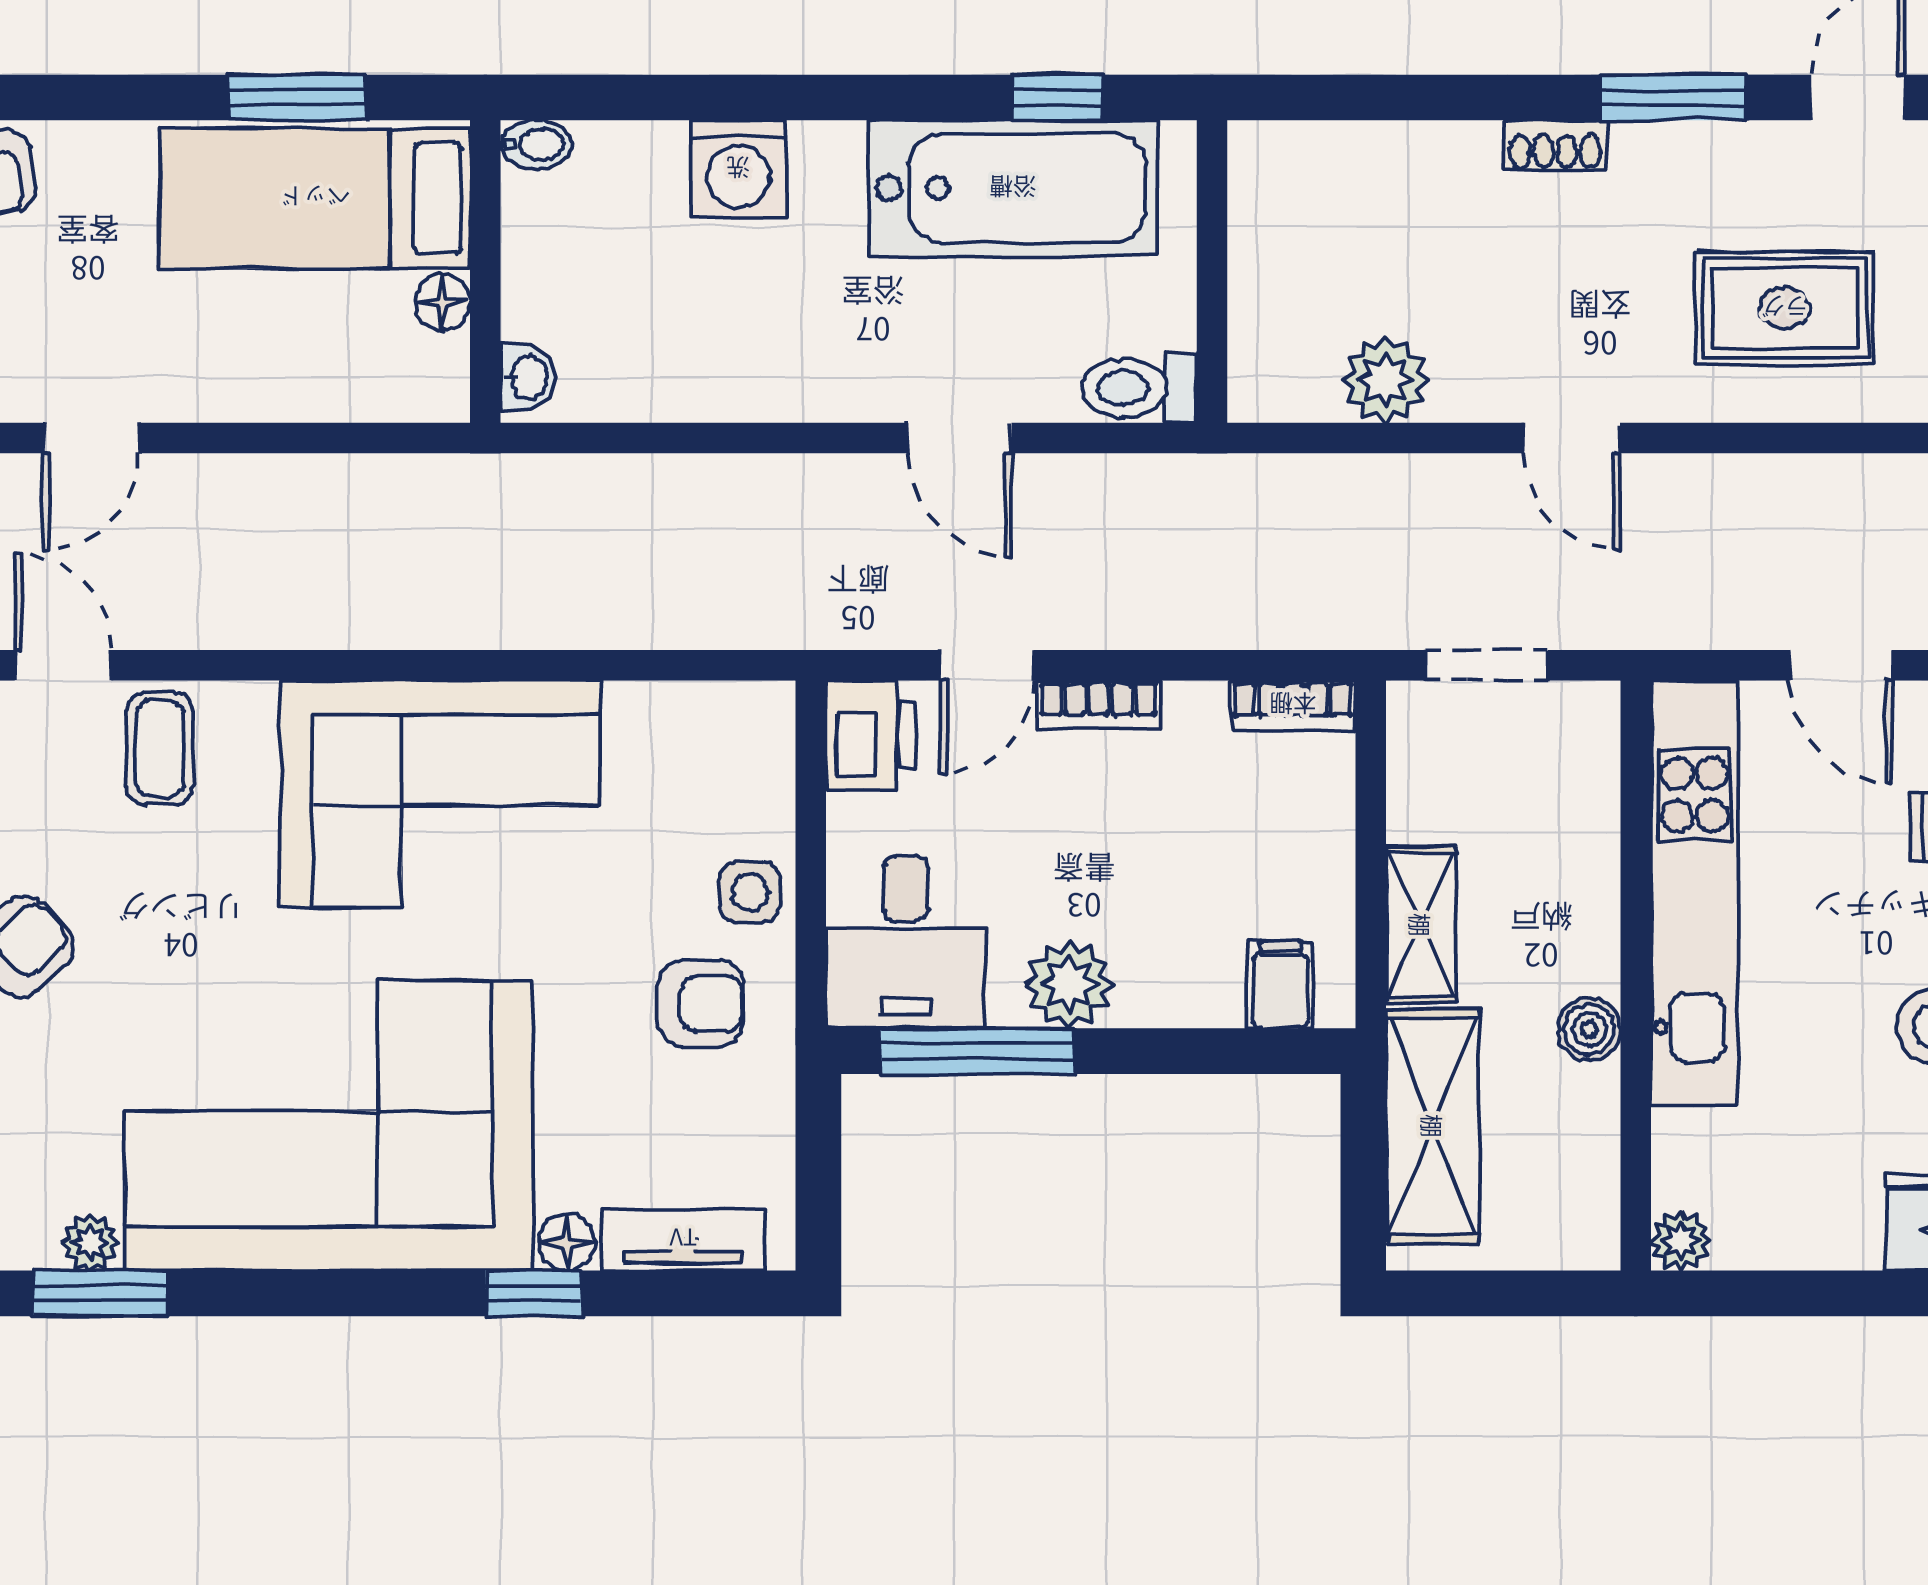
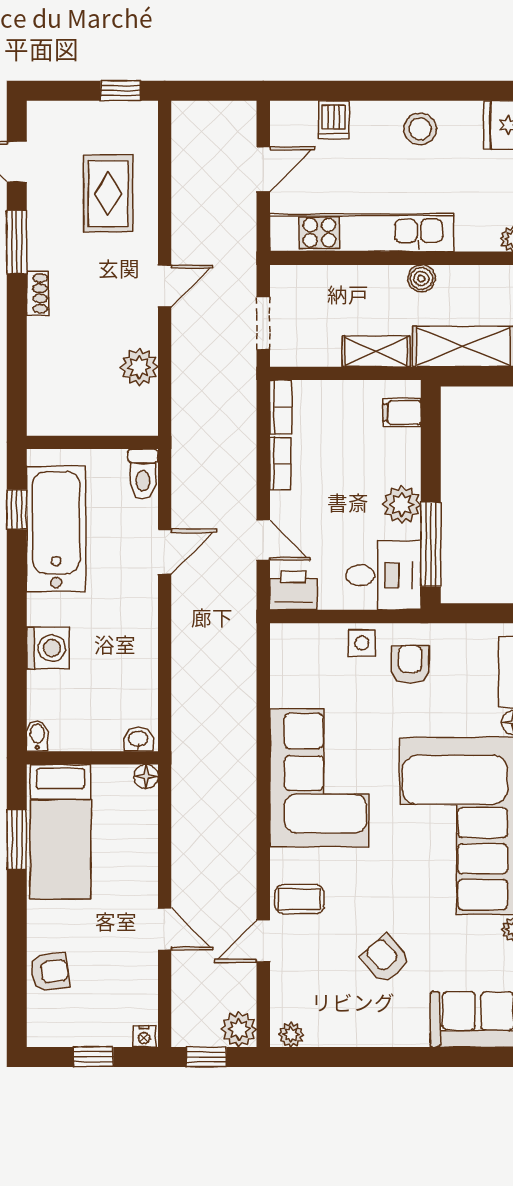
floor lamp: (442, 302) -> (146, 776), moved
bookcase: (1099, 705) -> (280, 464), moved

